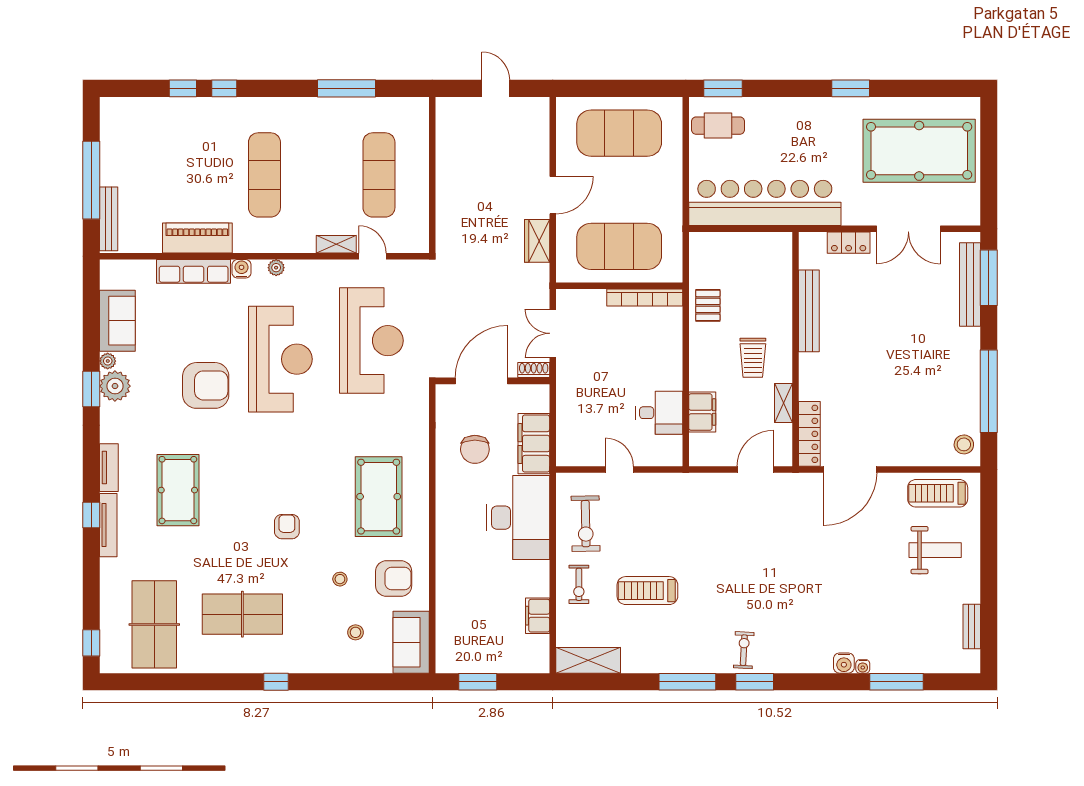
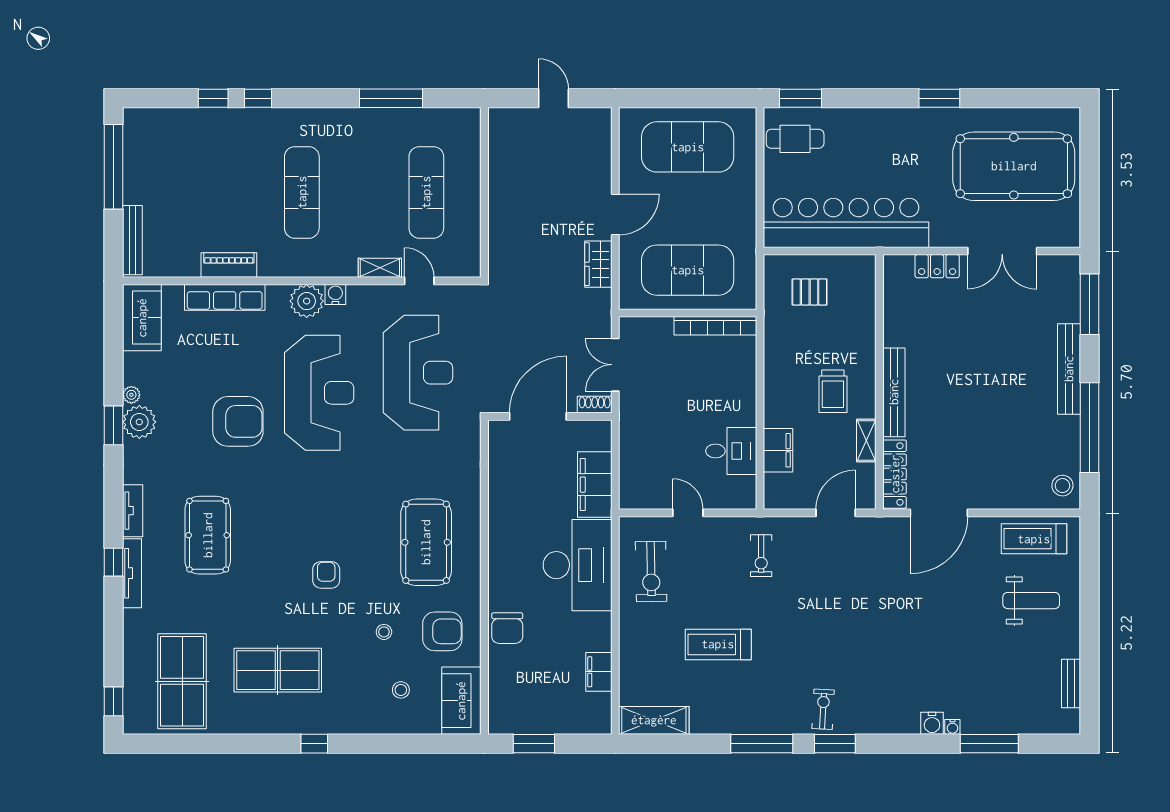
window: (91, 180) -> (113, 167), moved
piano: (197, 238) -> (229, 265), width x0.73, depth x0.75
plant: (276, 268) -> (307, 301), width x1.87, depth x1.87
water cooler: (242, 269) -> (335, 294), moved
bench: (970, 284) -> (1069, 369), moved
pallet: (708, 305) -> (810, 292), moved, turned 90
bench: (809, 311) -> (894, 392), moved
sofa: (117, 321) -> (142, 318), moved
chair: (475, 449) -> (507, 628), moved
exercise bike: (579, 584) -> (761, 556), moved

